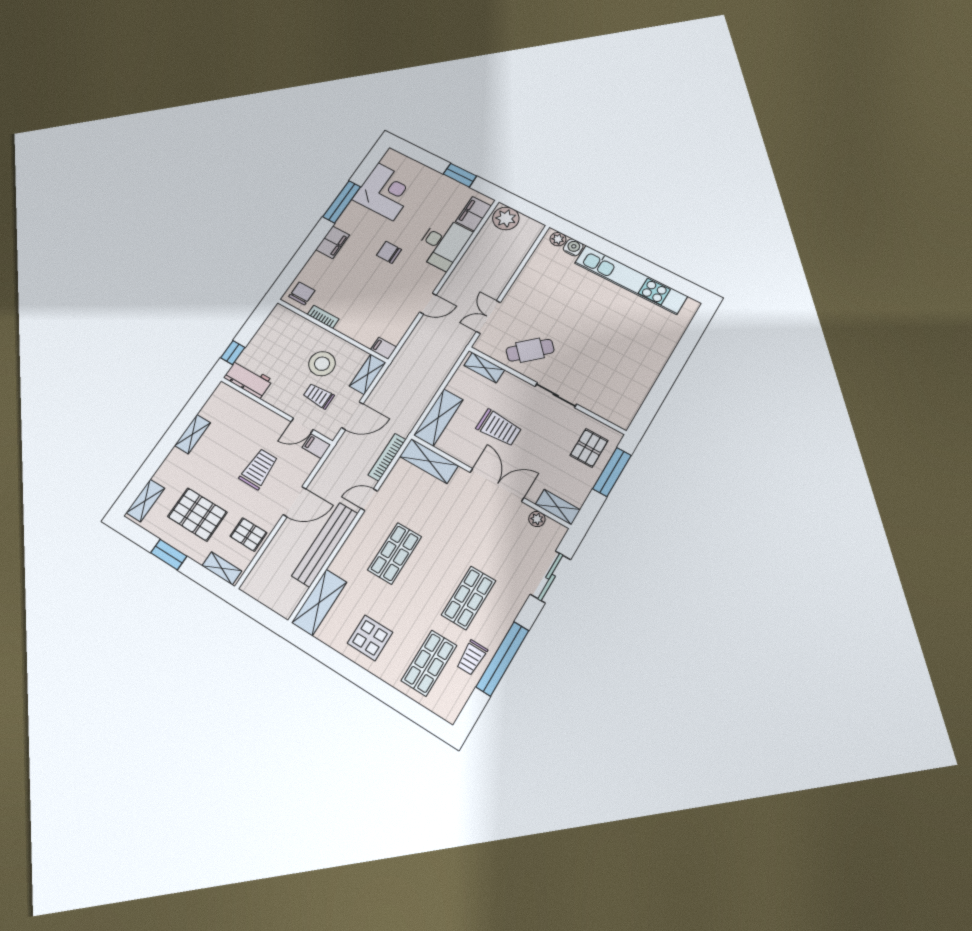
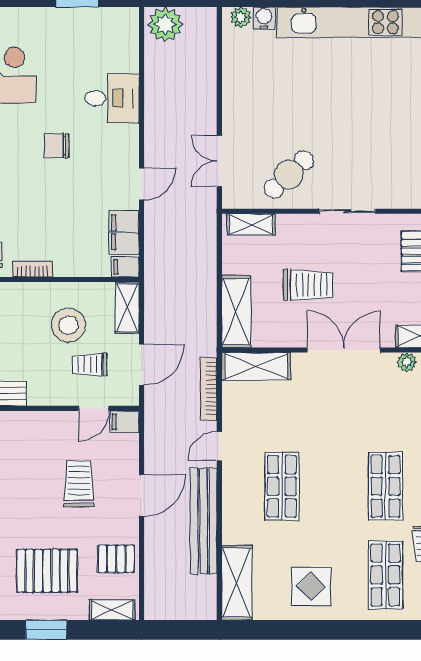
filing cabinet: (474, 214) -> (124, 232), moved
desk: (443, 243) -> (112, 98), width x0.73

